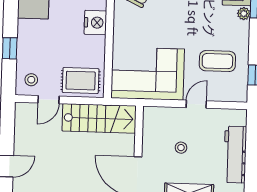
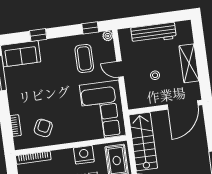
plant: (244, 14) -> (108, 36), moved
nightstand: (95, 23) -> (84, 155), moved

